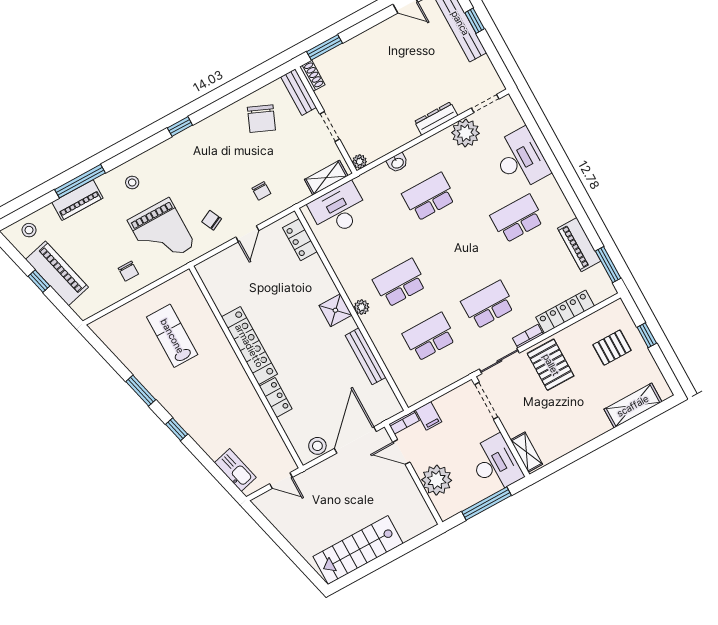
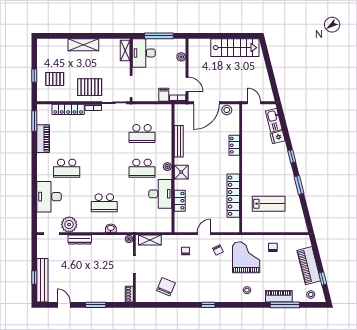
window: (325, 47) -> (96, 305), moved
bench: (299, 92) -> (140, 290), removed
window: (80, 181) -> (285, 305), moved
desk: (339, 210) -> (160, 194), moved, turned -90
locker: (300, 240) -> (180, 201), moved
window: (39, 281) -> (323, 279), moved
school desk: (488, 305) -> (104, 134), removed
lab bench: (172, 336) -> (269, 204), turned -90
locker: (249, 346) -> (233, 196), moved
pallet: (551, 365) -> (90, 87), turned 90
shelving: (633, 406) -> (83, 45), moved
fridge: (215, 447) -> (278, 137), added
plant: (437, 480) -> (181, 57), width x0.53, depth x0.53

